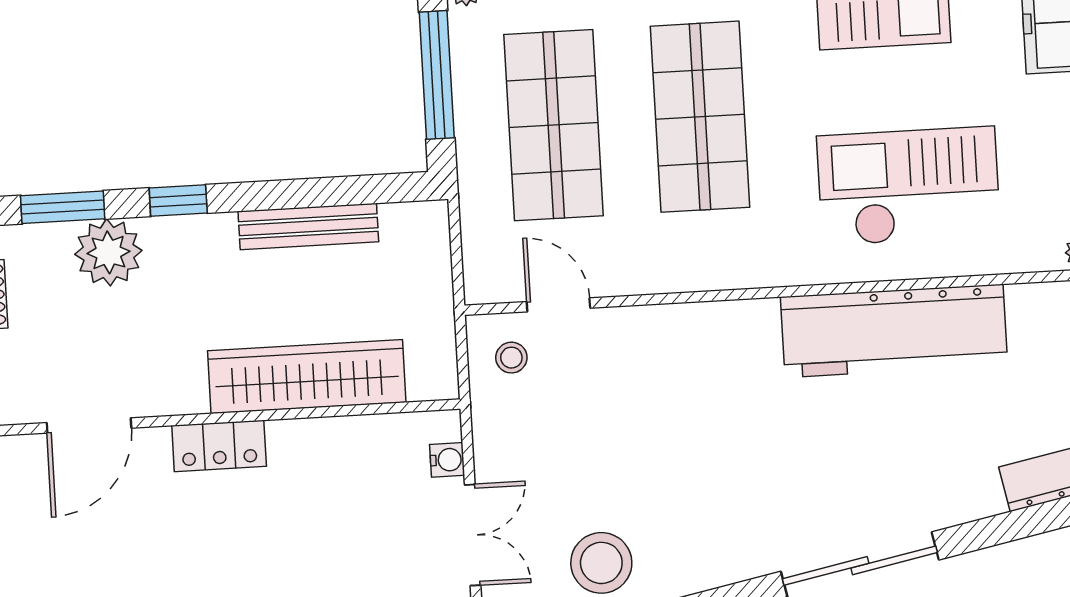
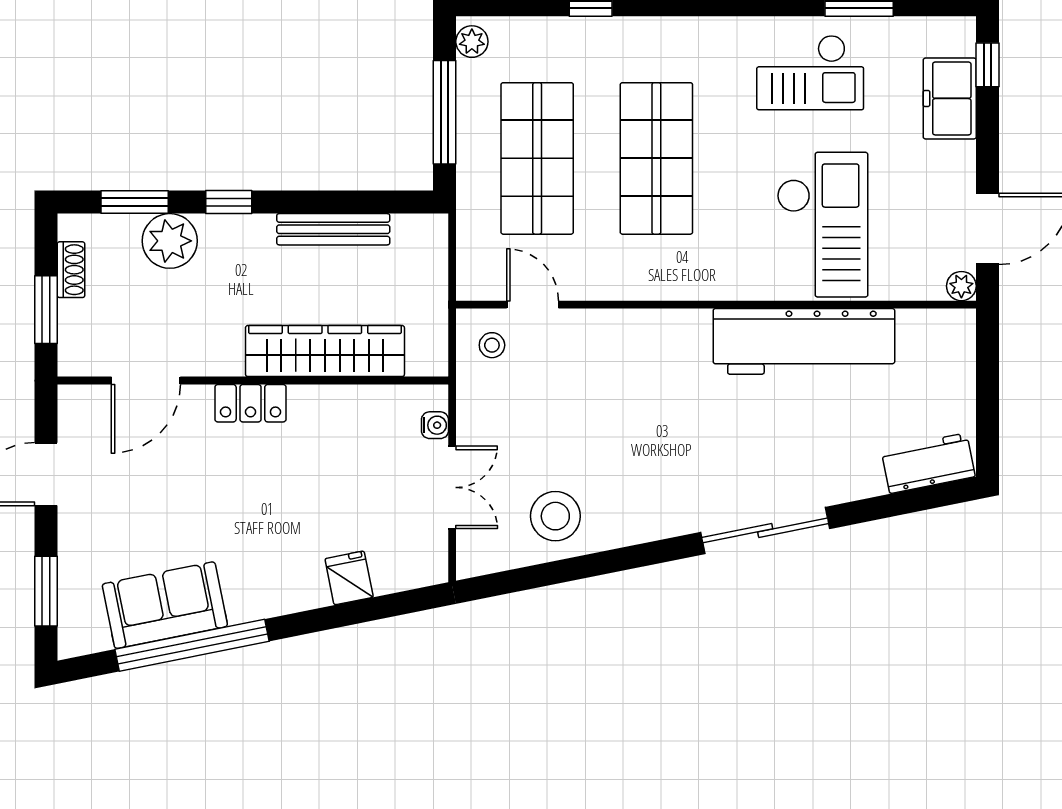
checkout: (909, 186) -> (822, 225), turned 90

